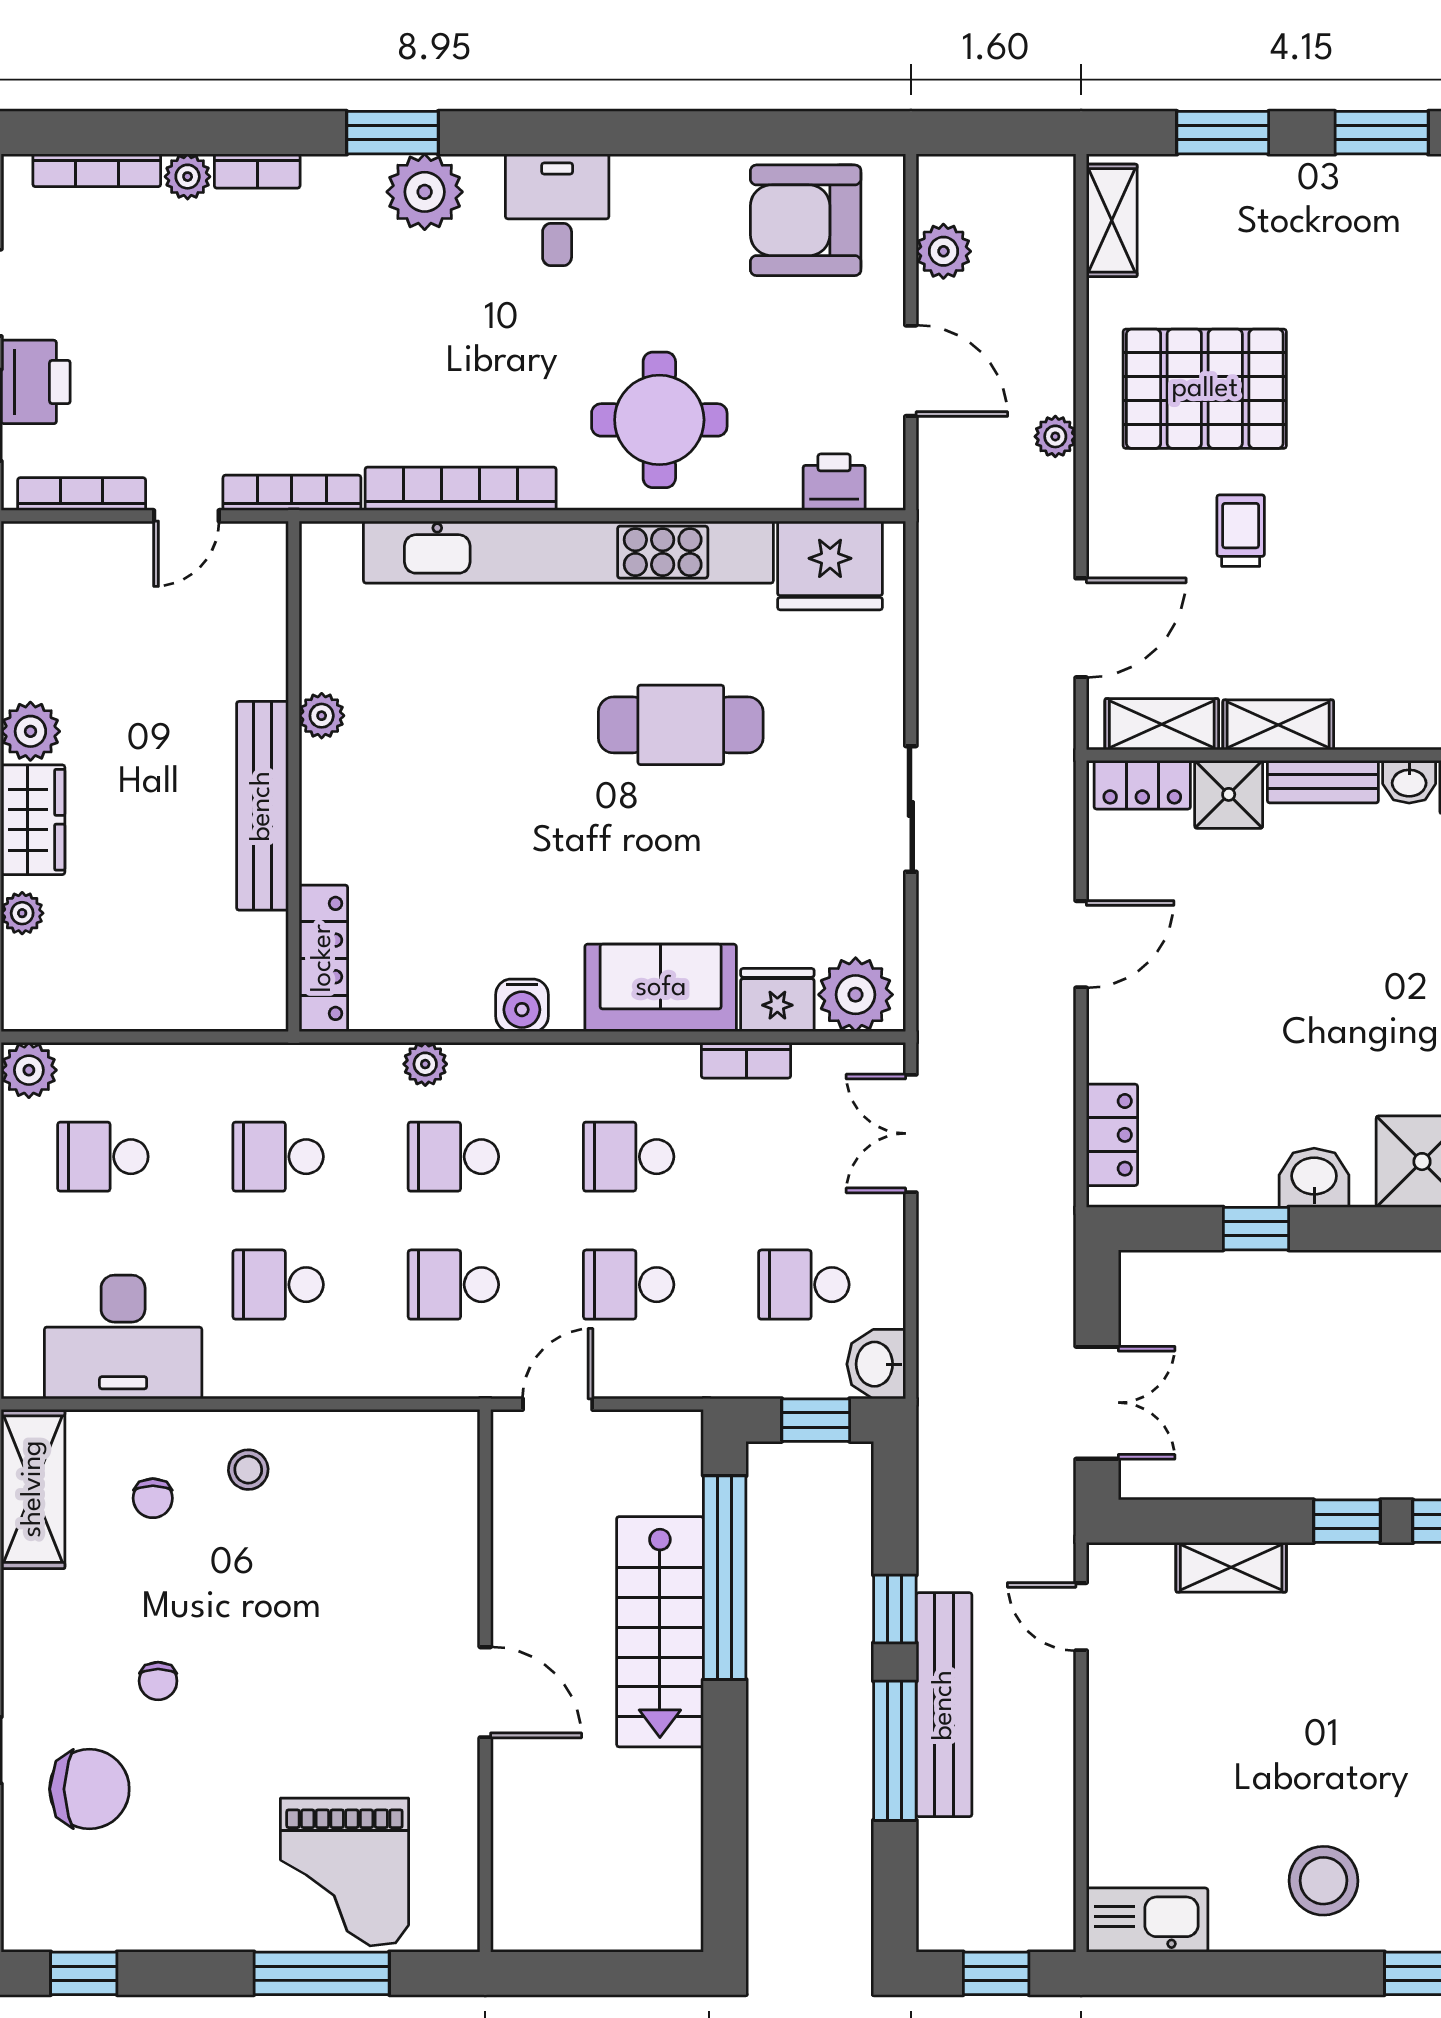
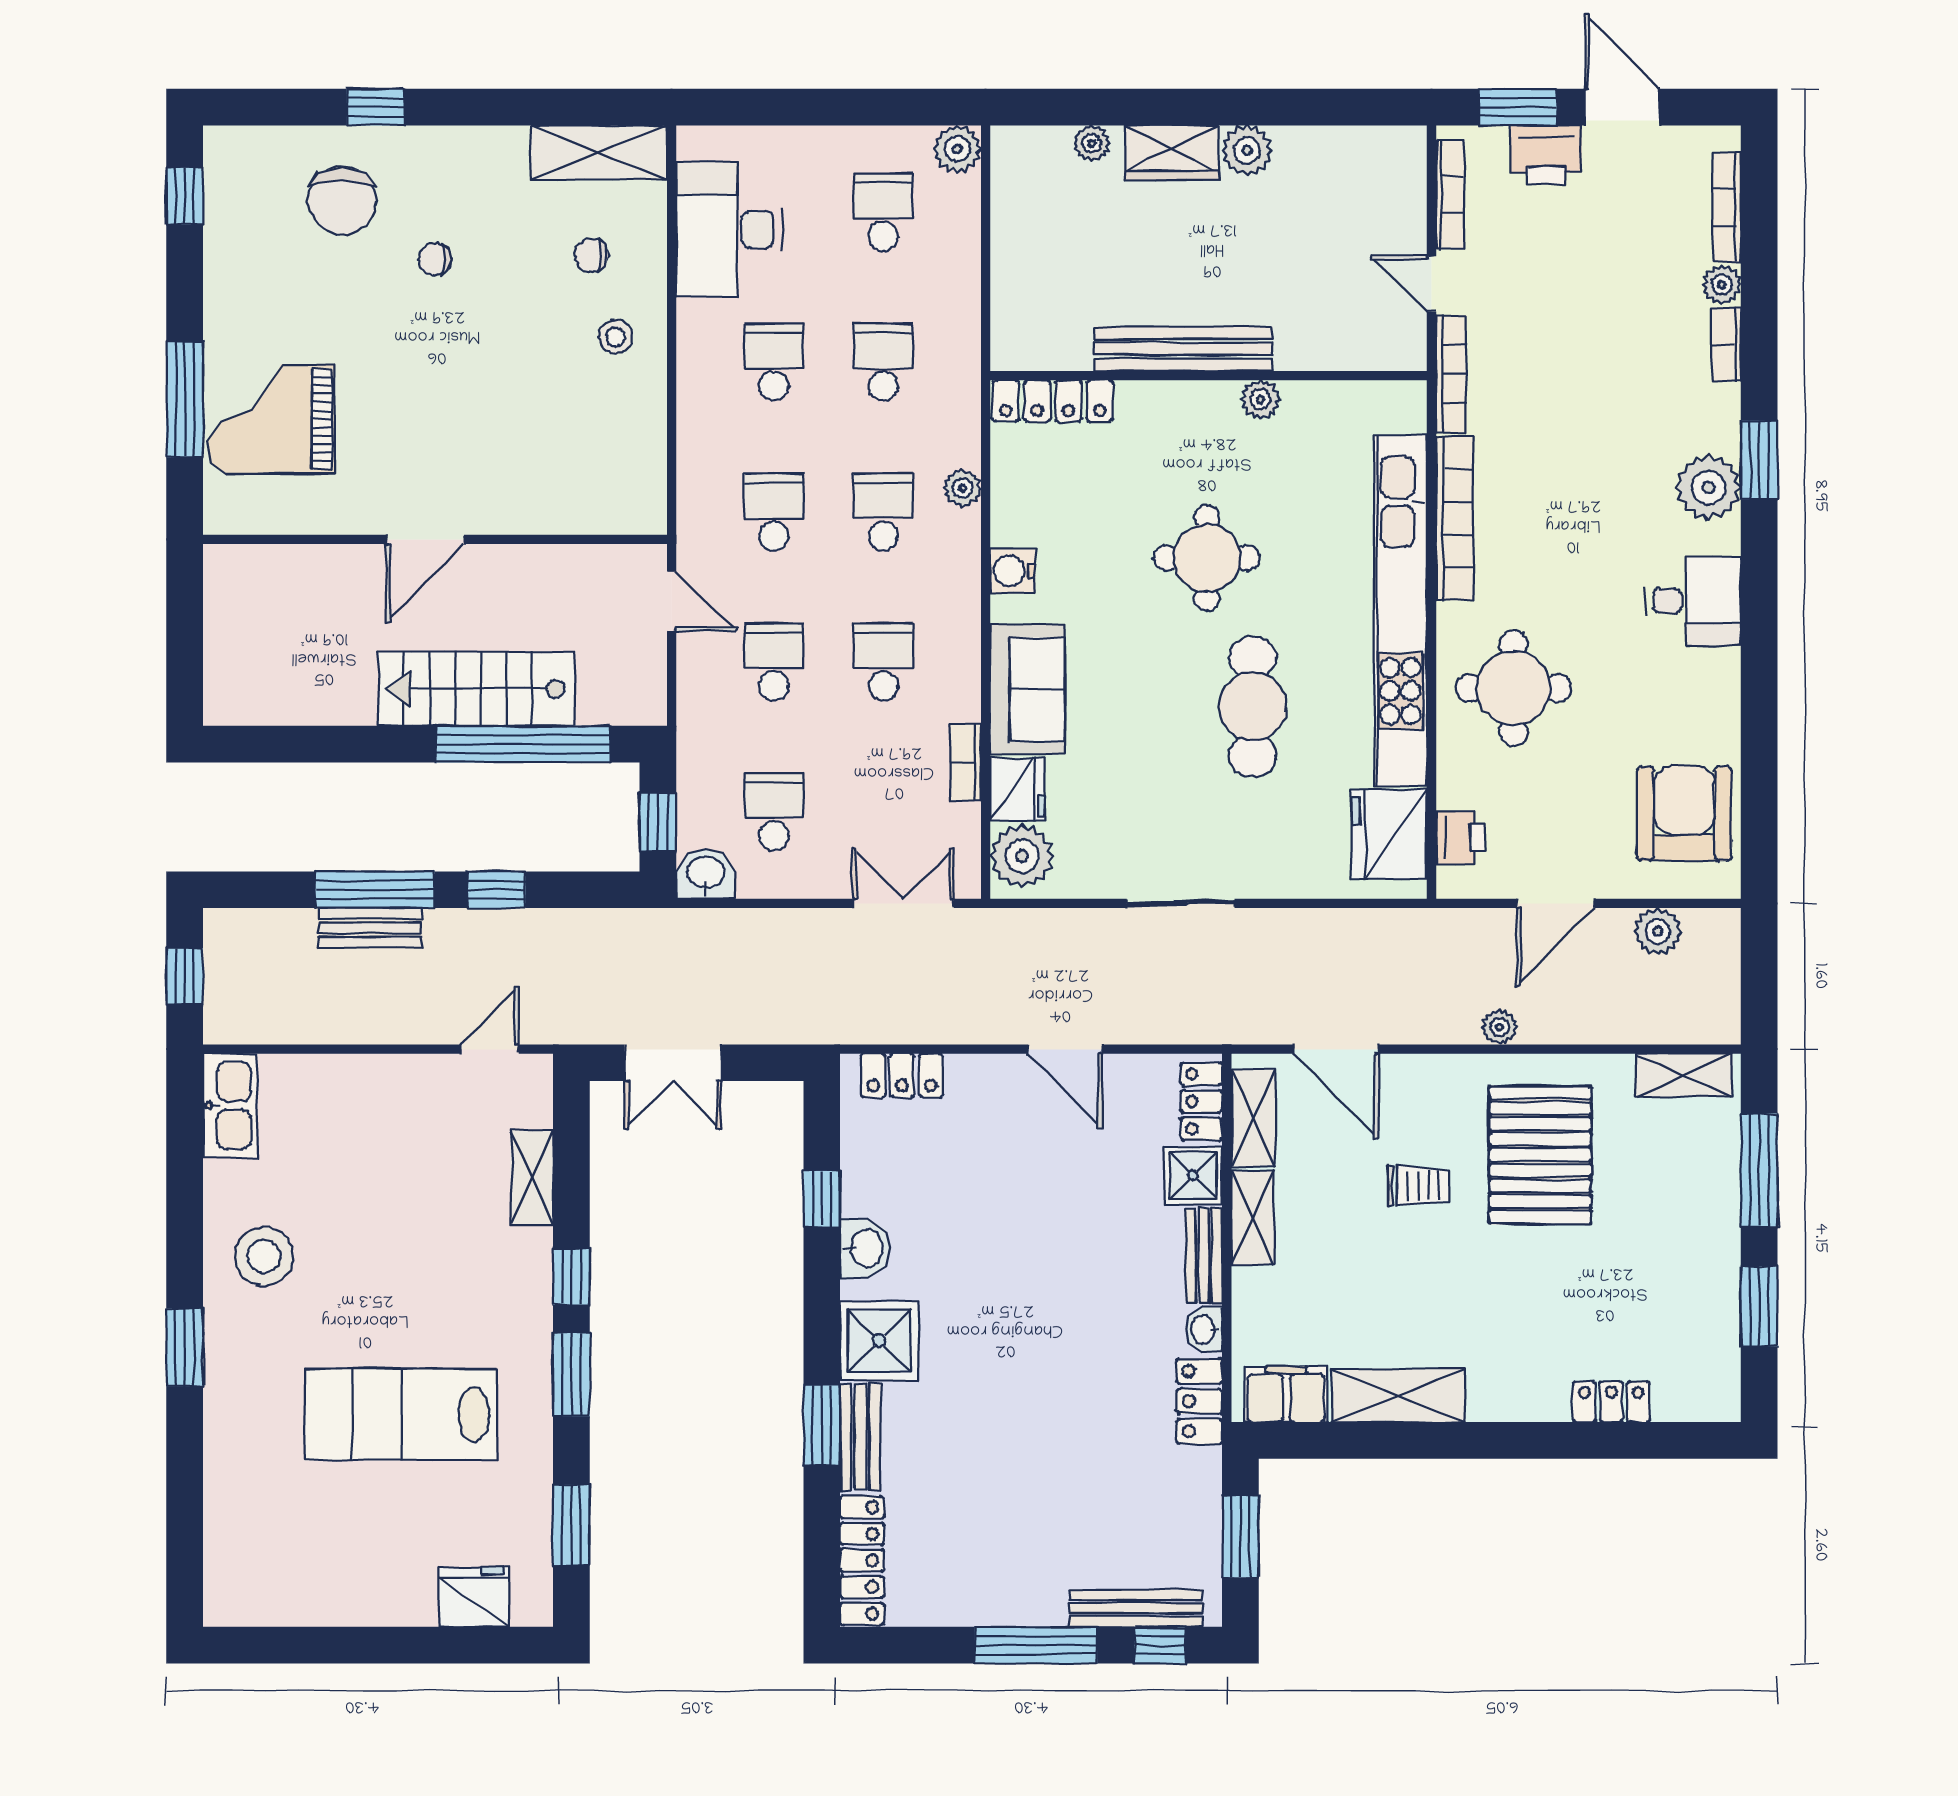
window: (1223, 133) -> (1759, 1170), width x1.44
round table: (507, 778) -> (1207, 558), added
bench: (944, 1705) -> (370, 928), width x0.54, depth x0.82

